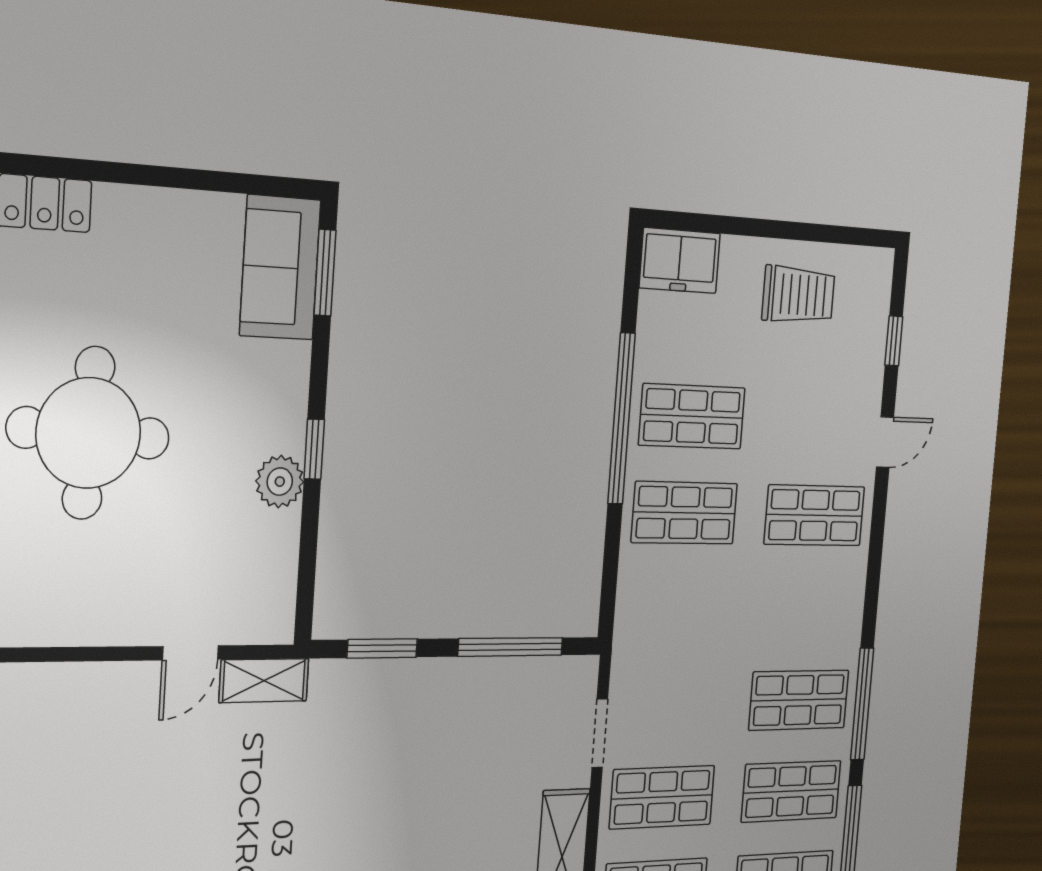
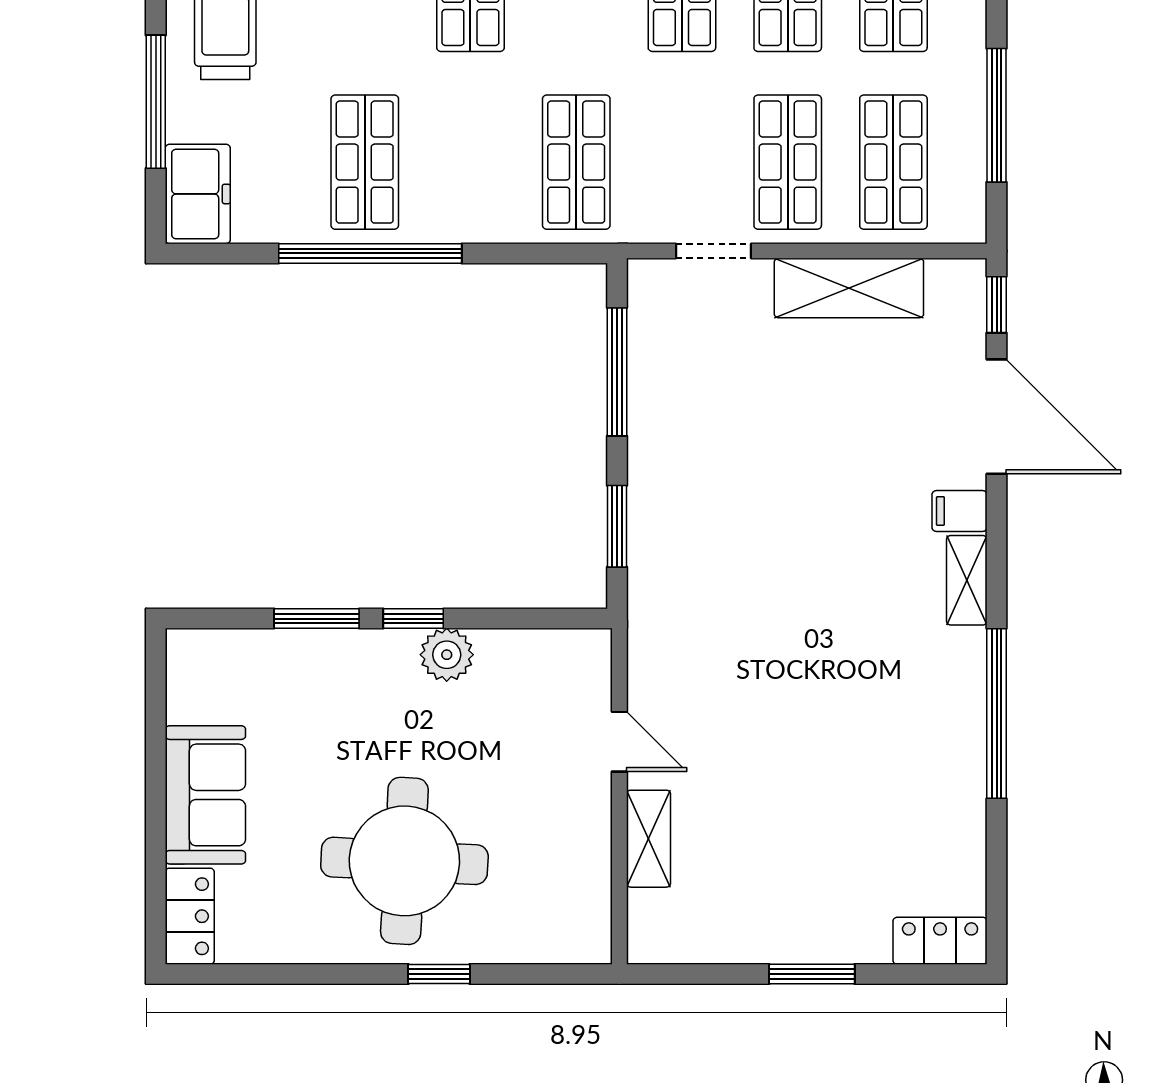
window: (753, 227) -> (156, 102), added
sofa: (280, 268) -> (205, 795), moved, turned -90
window: (325, 273) -> (317, 619), moved
shop shelf: (685, 513) -> (576, 162), moved
shelving: (264, 680) -> (649, 839), moved

